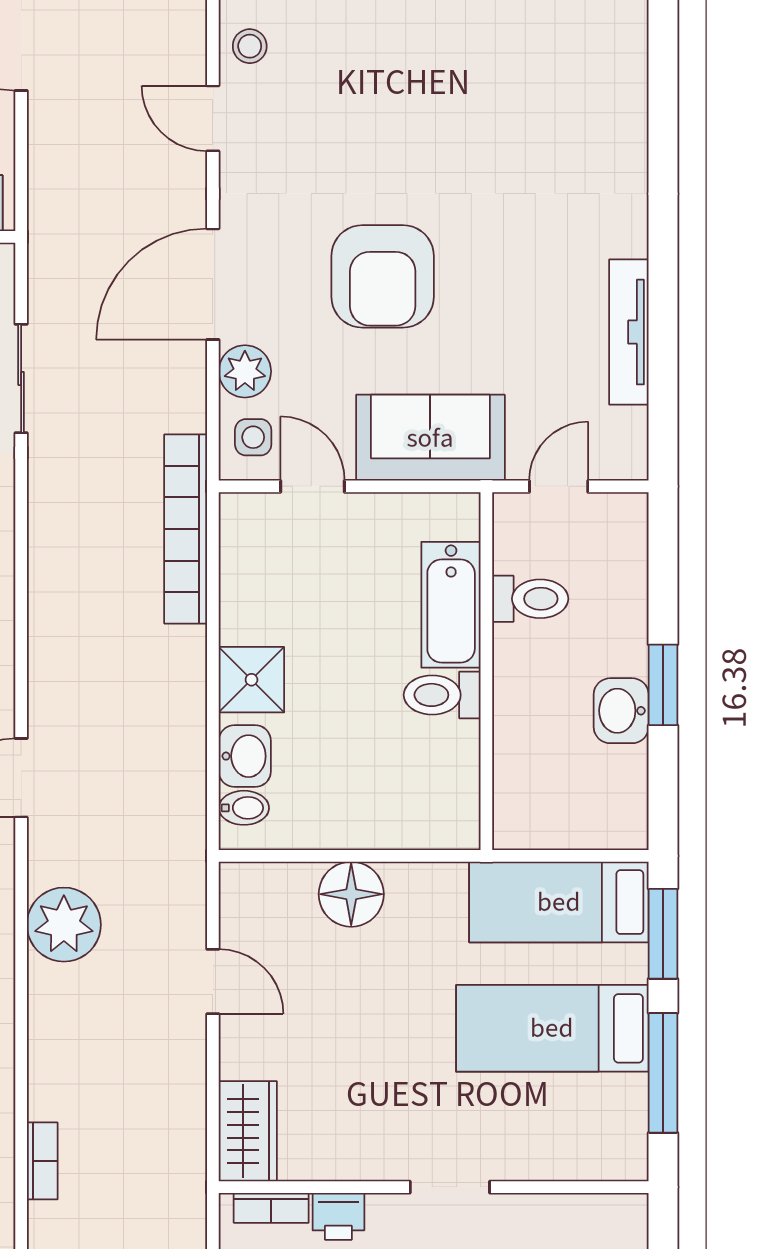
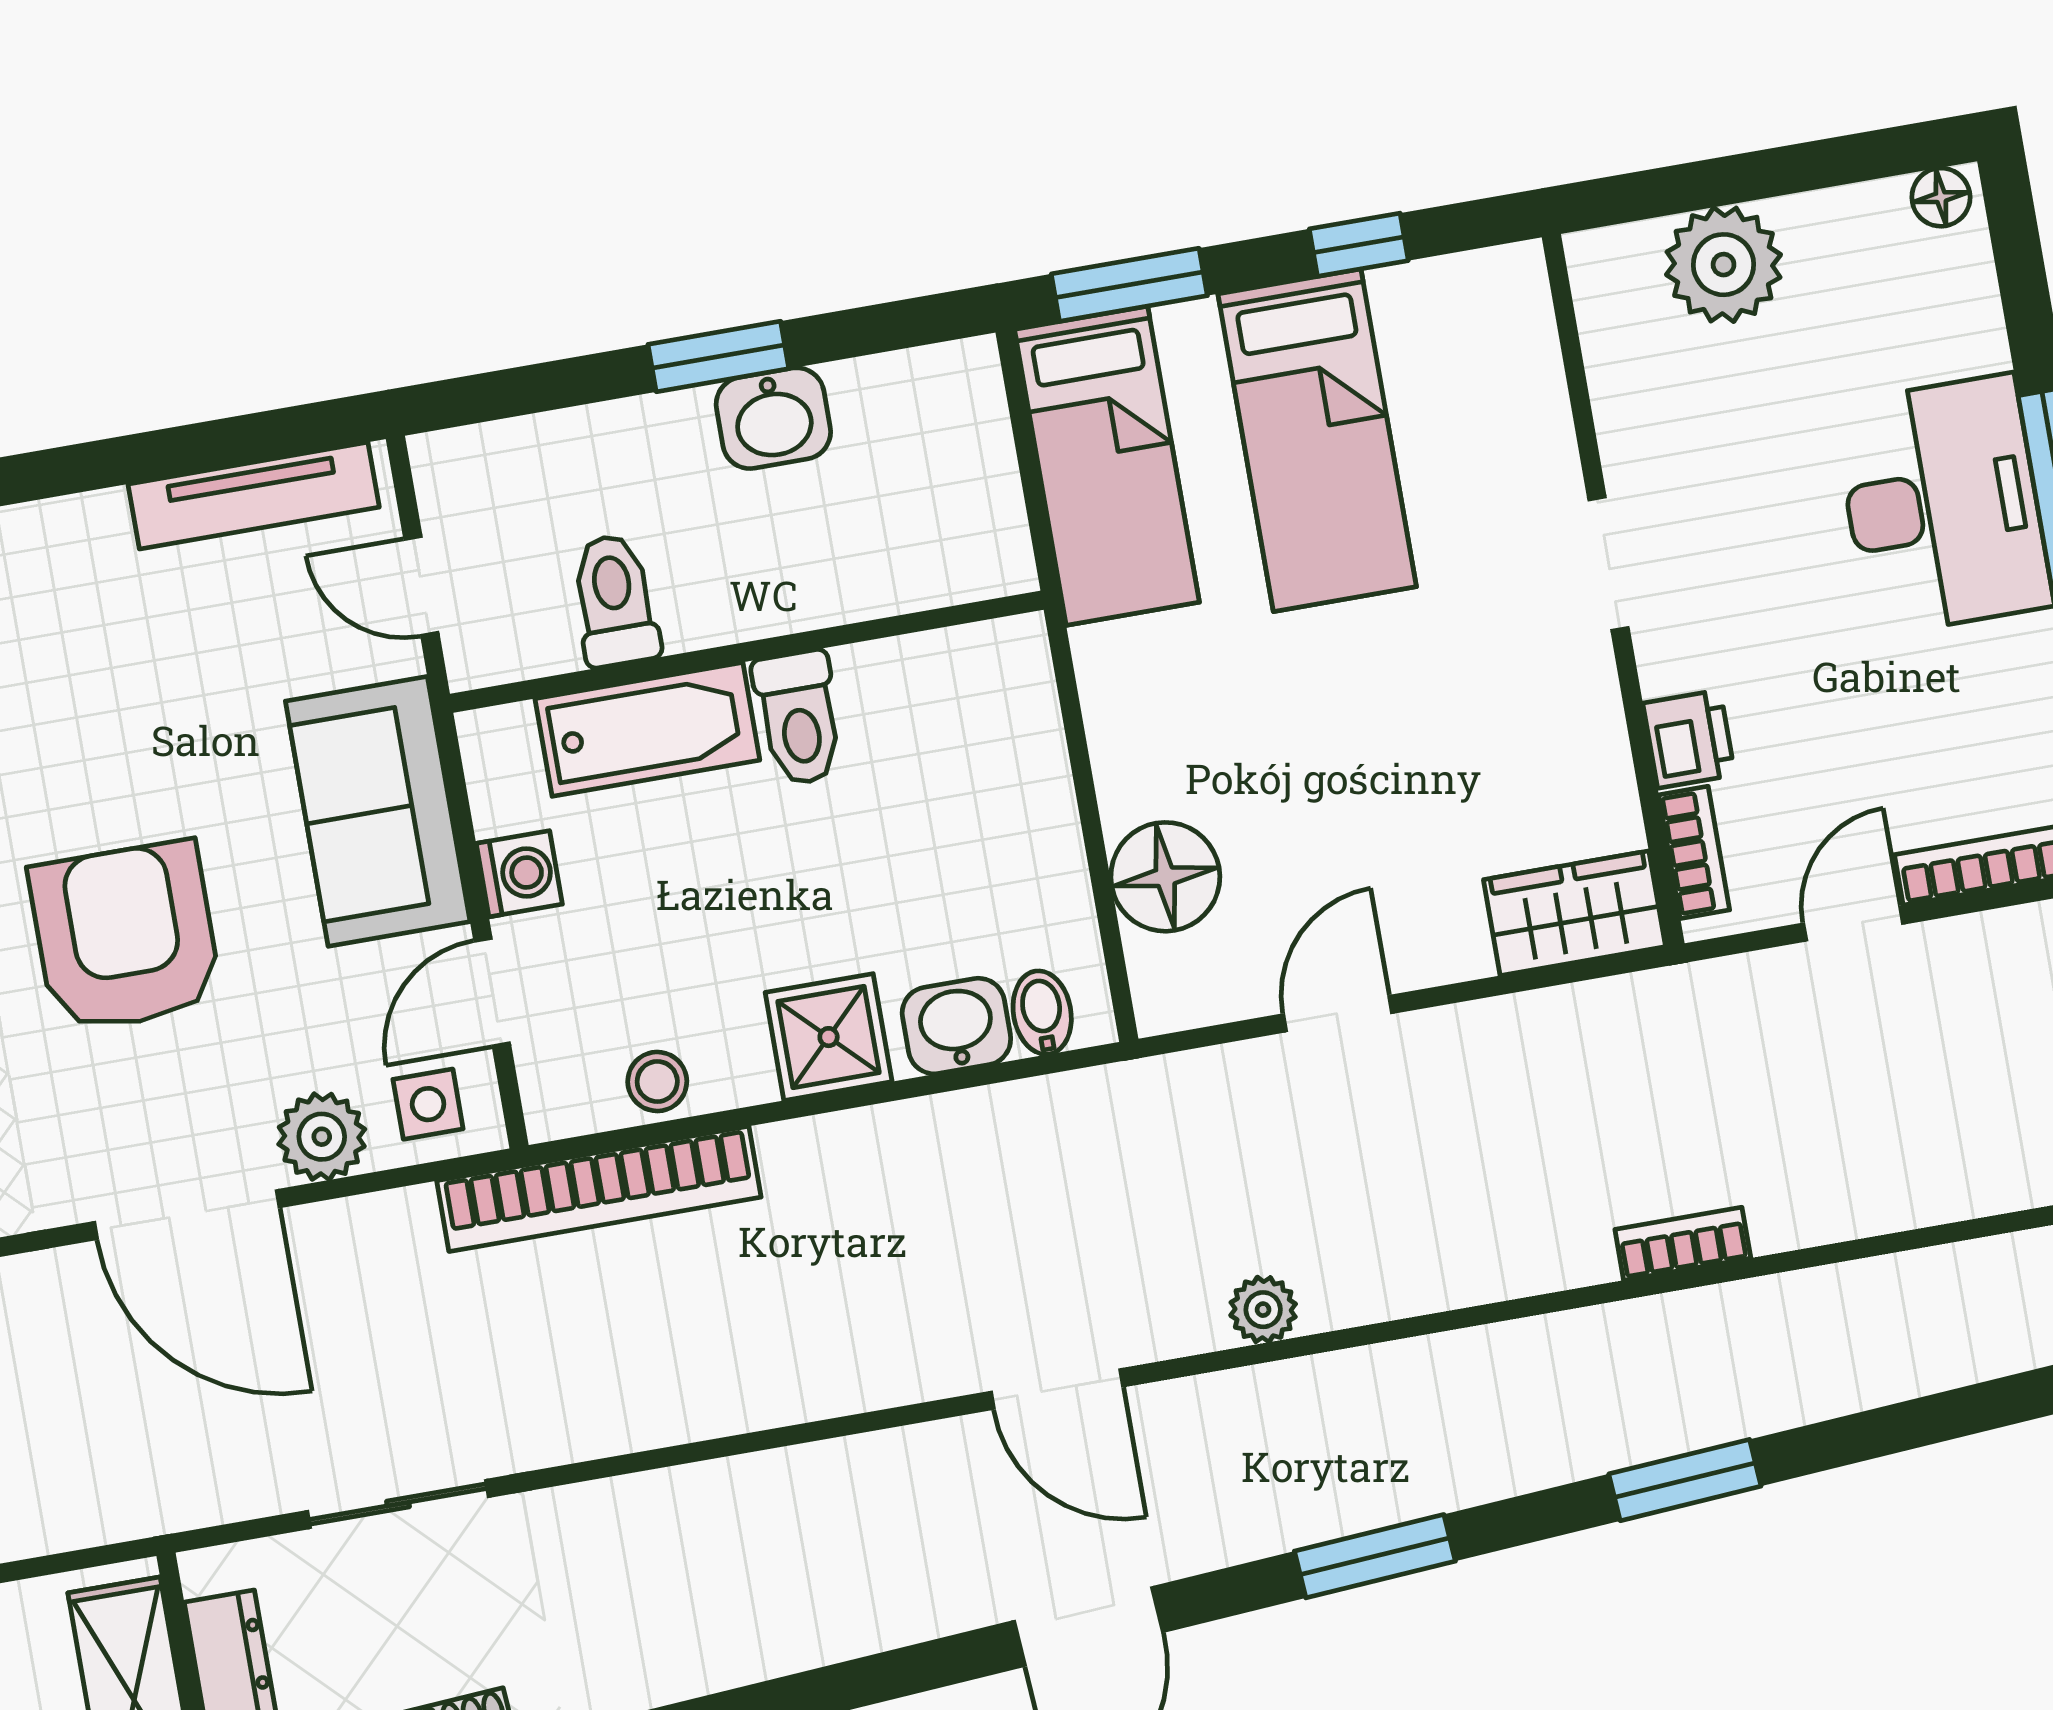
armchair: (383, 276) -> (125, 937), turned -90
tv unit: (629, 332) -> (254, 496), moved
washing machine: (379, 514) -> (519, 874), added
stool: (243, 574) -> (657, 1082), added
floor lamp: (351, 894) -> (1165, 877), moved
plant: (64, 925) -> (1263, 1310), width x0.53, depth x0.53
window: (663, 1073) -> (1359, 245), width x0.46

